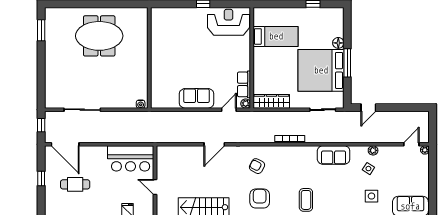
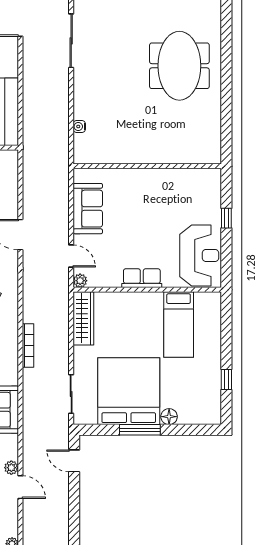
wall: (149, 58) -> (147, 166), moved
row of seats: (244, 84) -> (142, 278), moved
door: (411, 144) -> (20, 487), moved

